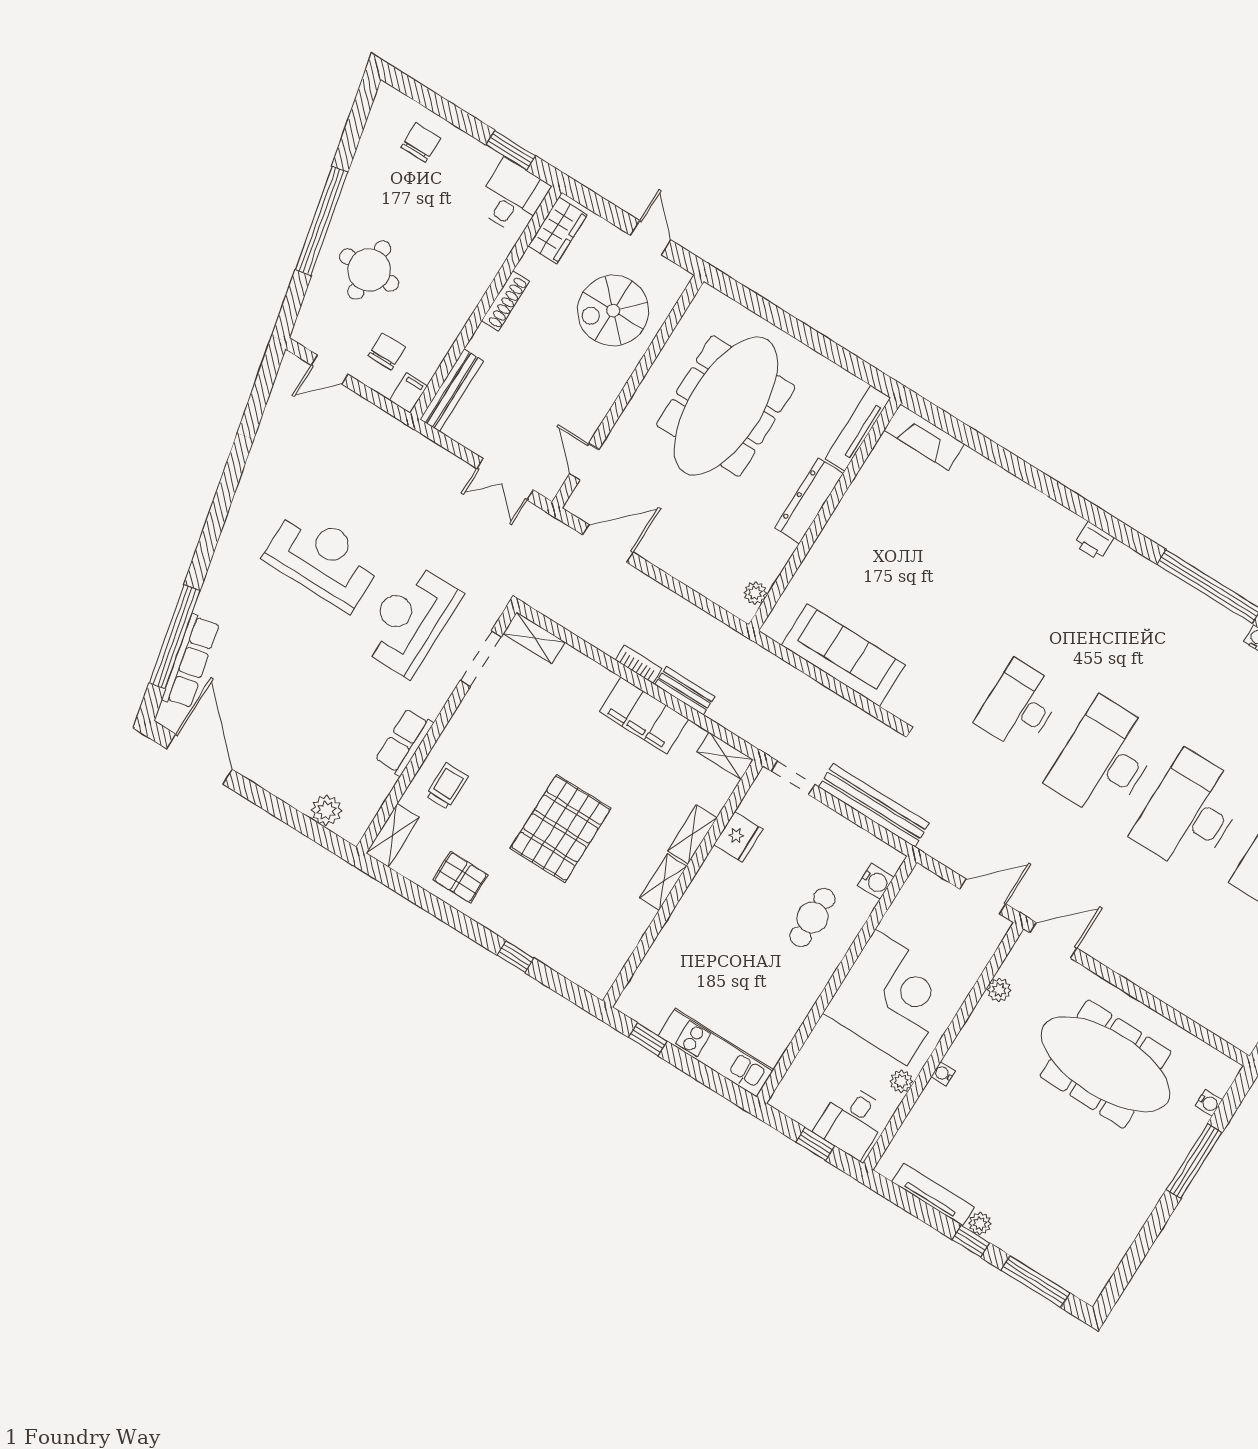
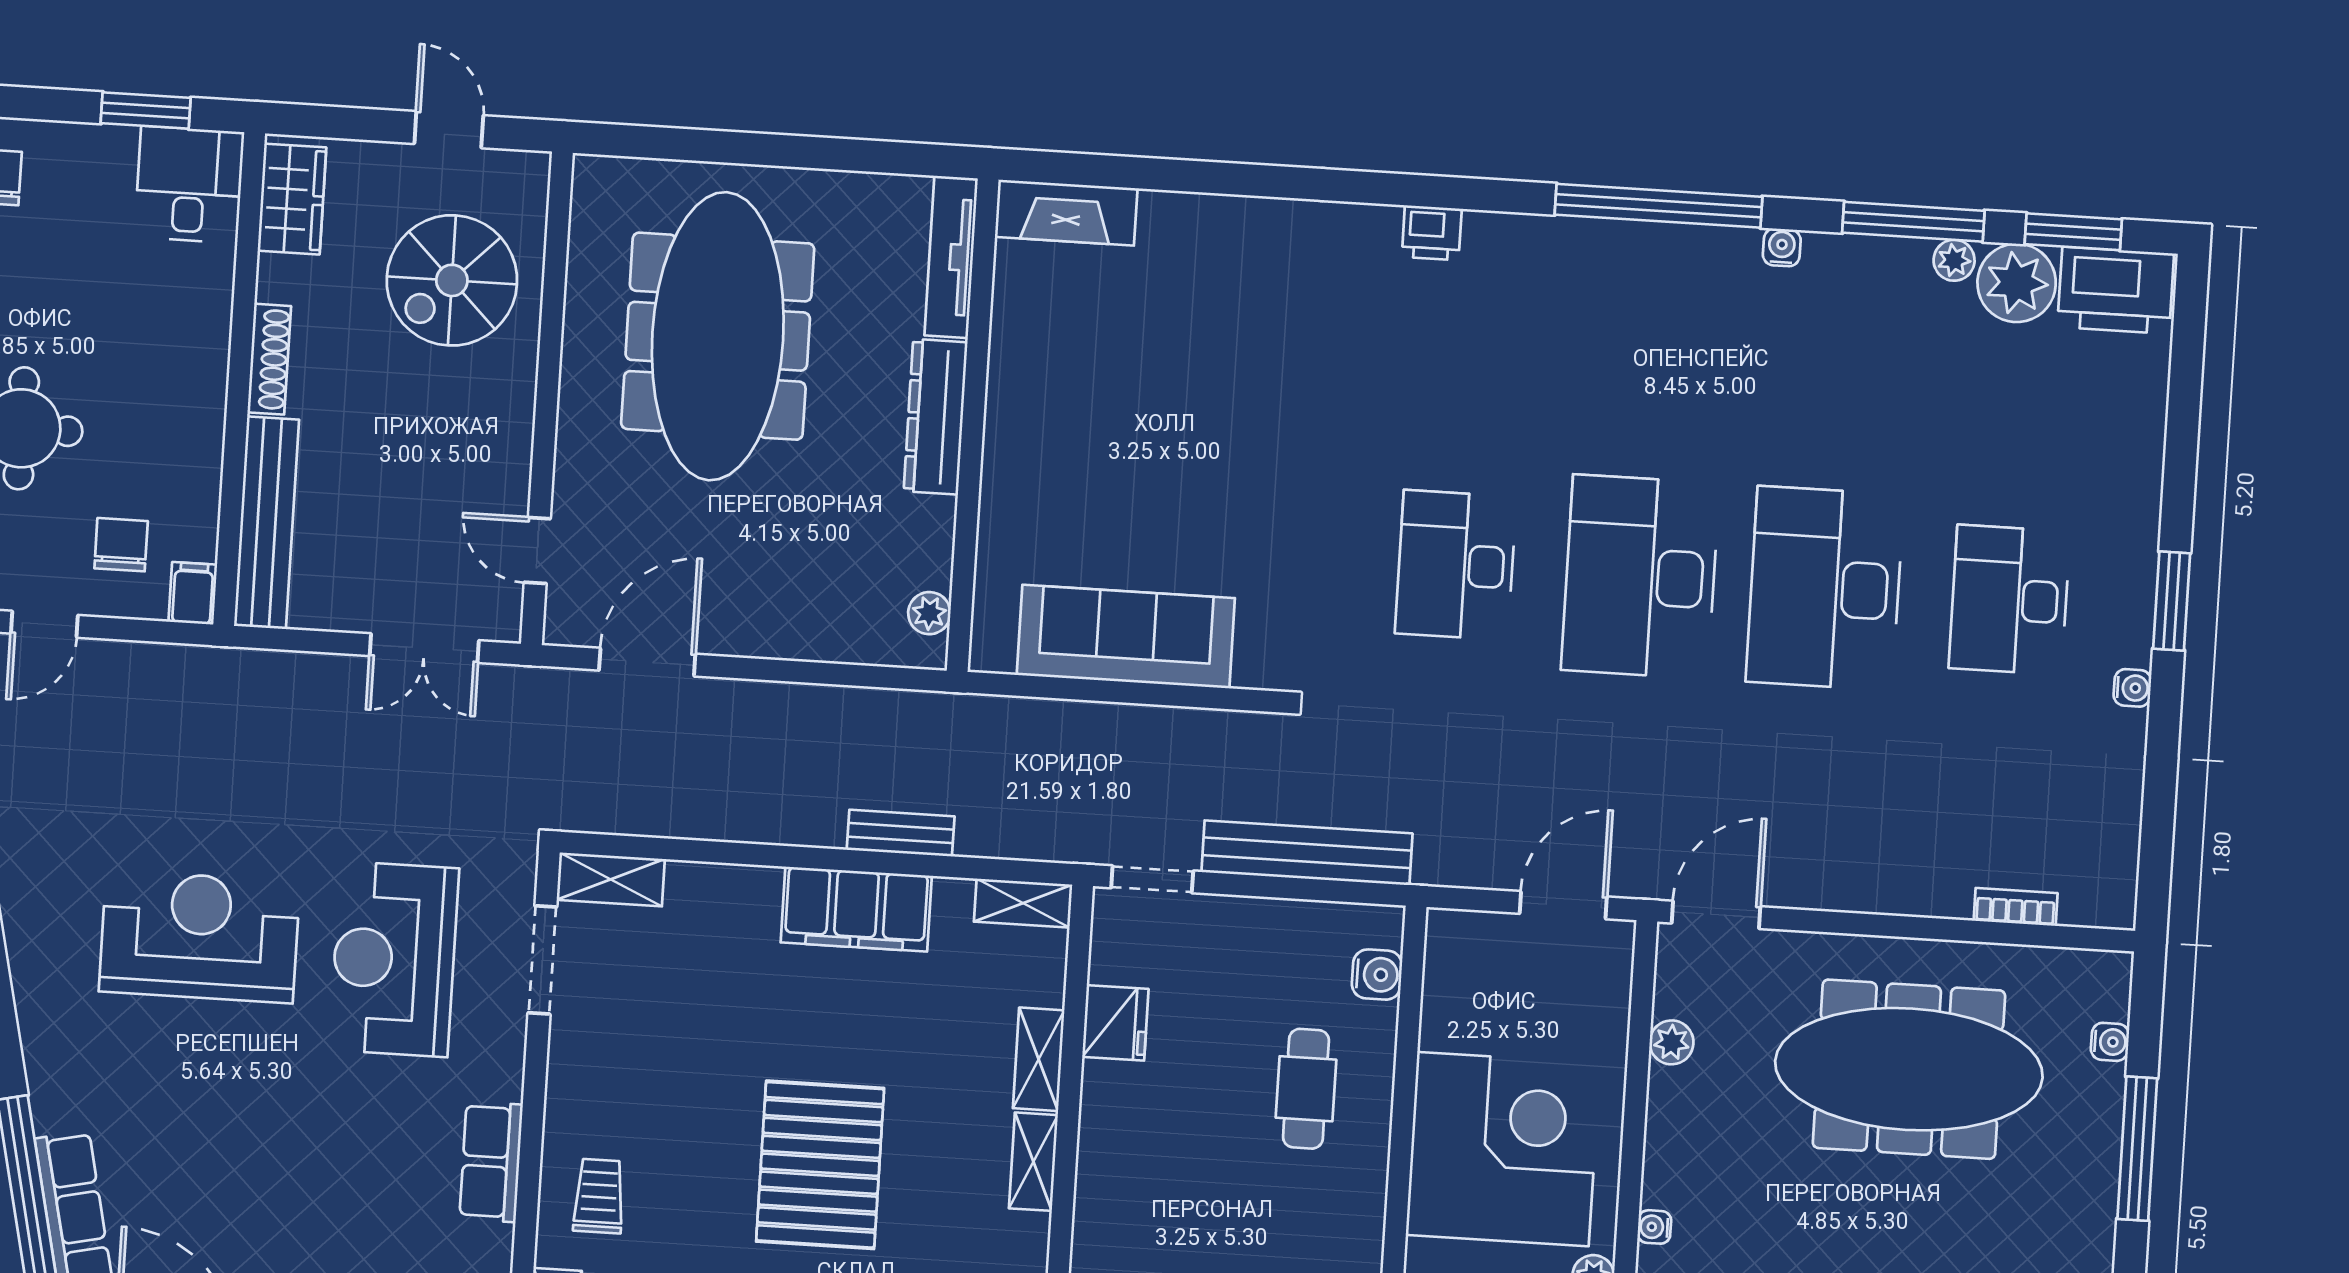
bench: (452, 390) -> (267, 523), width x1.37, depth x1.21
bookcase: (639, 664) -> (2016, 907), moved

